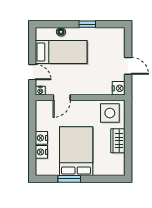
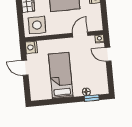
window: (87, 24) -> (92, 98), moved
bed: (61, 52) -> (61, 75), moved, turned 90

